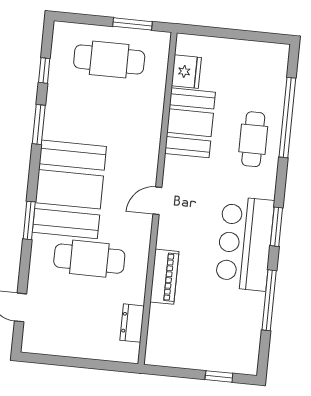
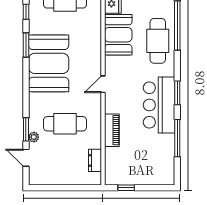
cafe table: (253, 139) -> (158, 41), width x1.37, depth x1.35
booth: (69, 189) -> (49, 63), moved
window: (29, 220) -> (26, 129), moved
plant: (37, 275) -> (34, 137), added
window: (219, 376) -> (126, 188), moved

